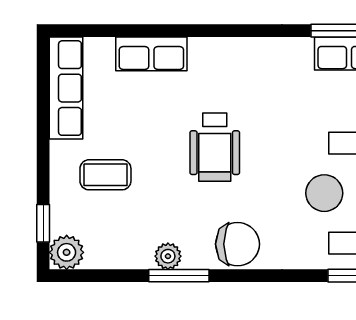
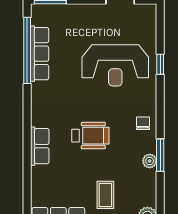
row of seats: (151, 54) -> (40, 146), moved
chair: (238, 244) -> (143, 123), width x0.54, depth x0.54

